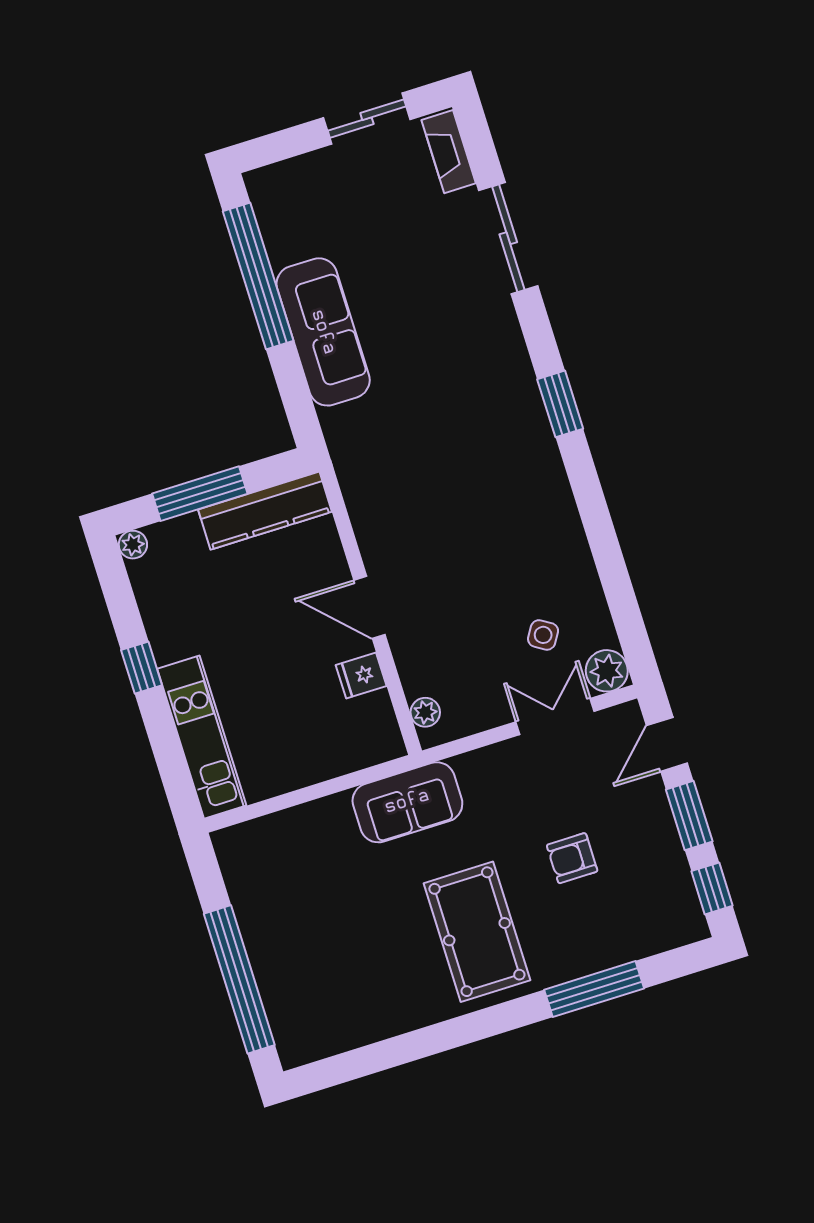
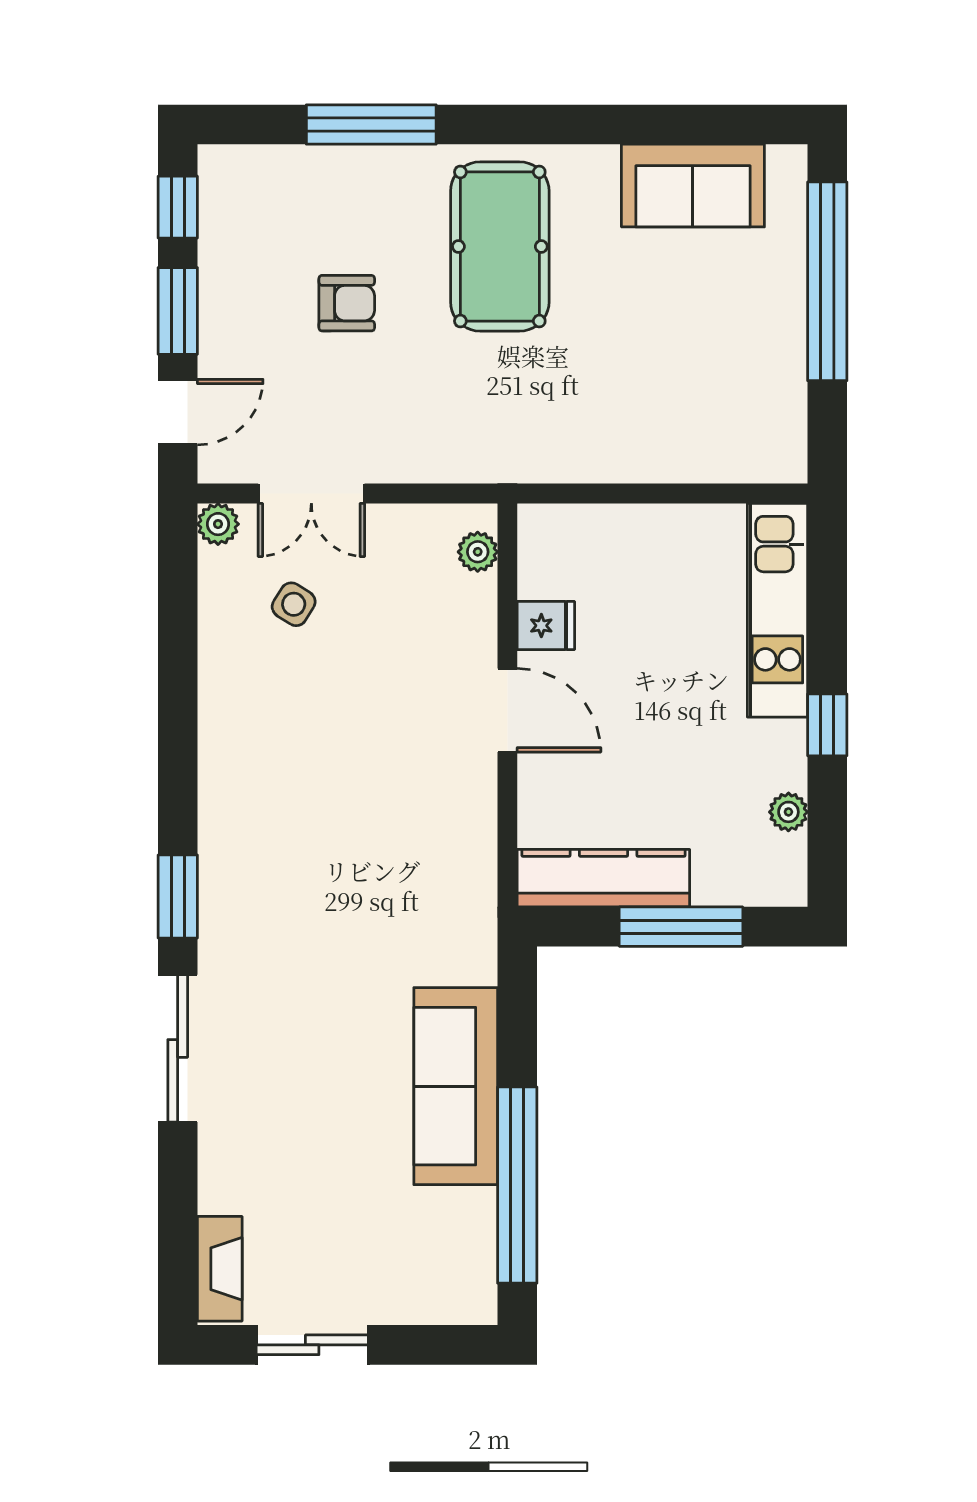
sliding door: (508, 238) -> (178, 1048), moved
plant: (133, 545) -> (788, 812), moved
plant: (607, 671) -> (218, 524), width x0.73, depth x0.73
sofa: (407, 802) -> (693, 186), moved, turned 180

